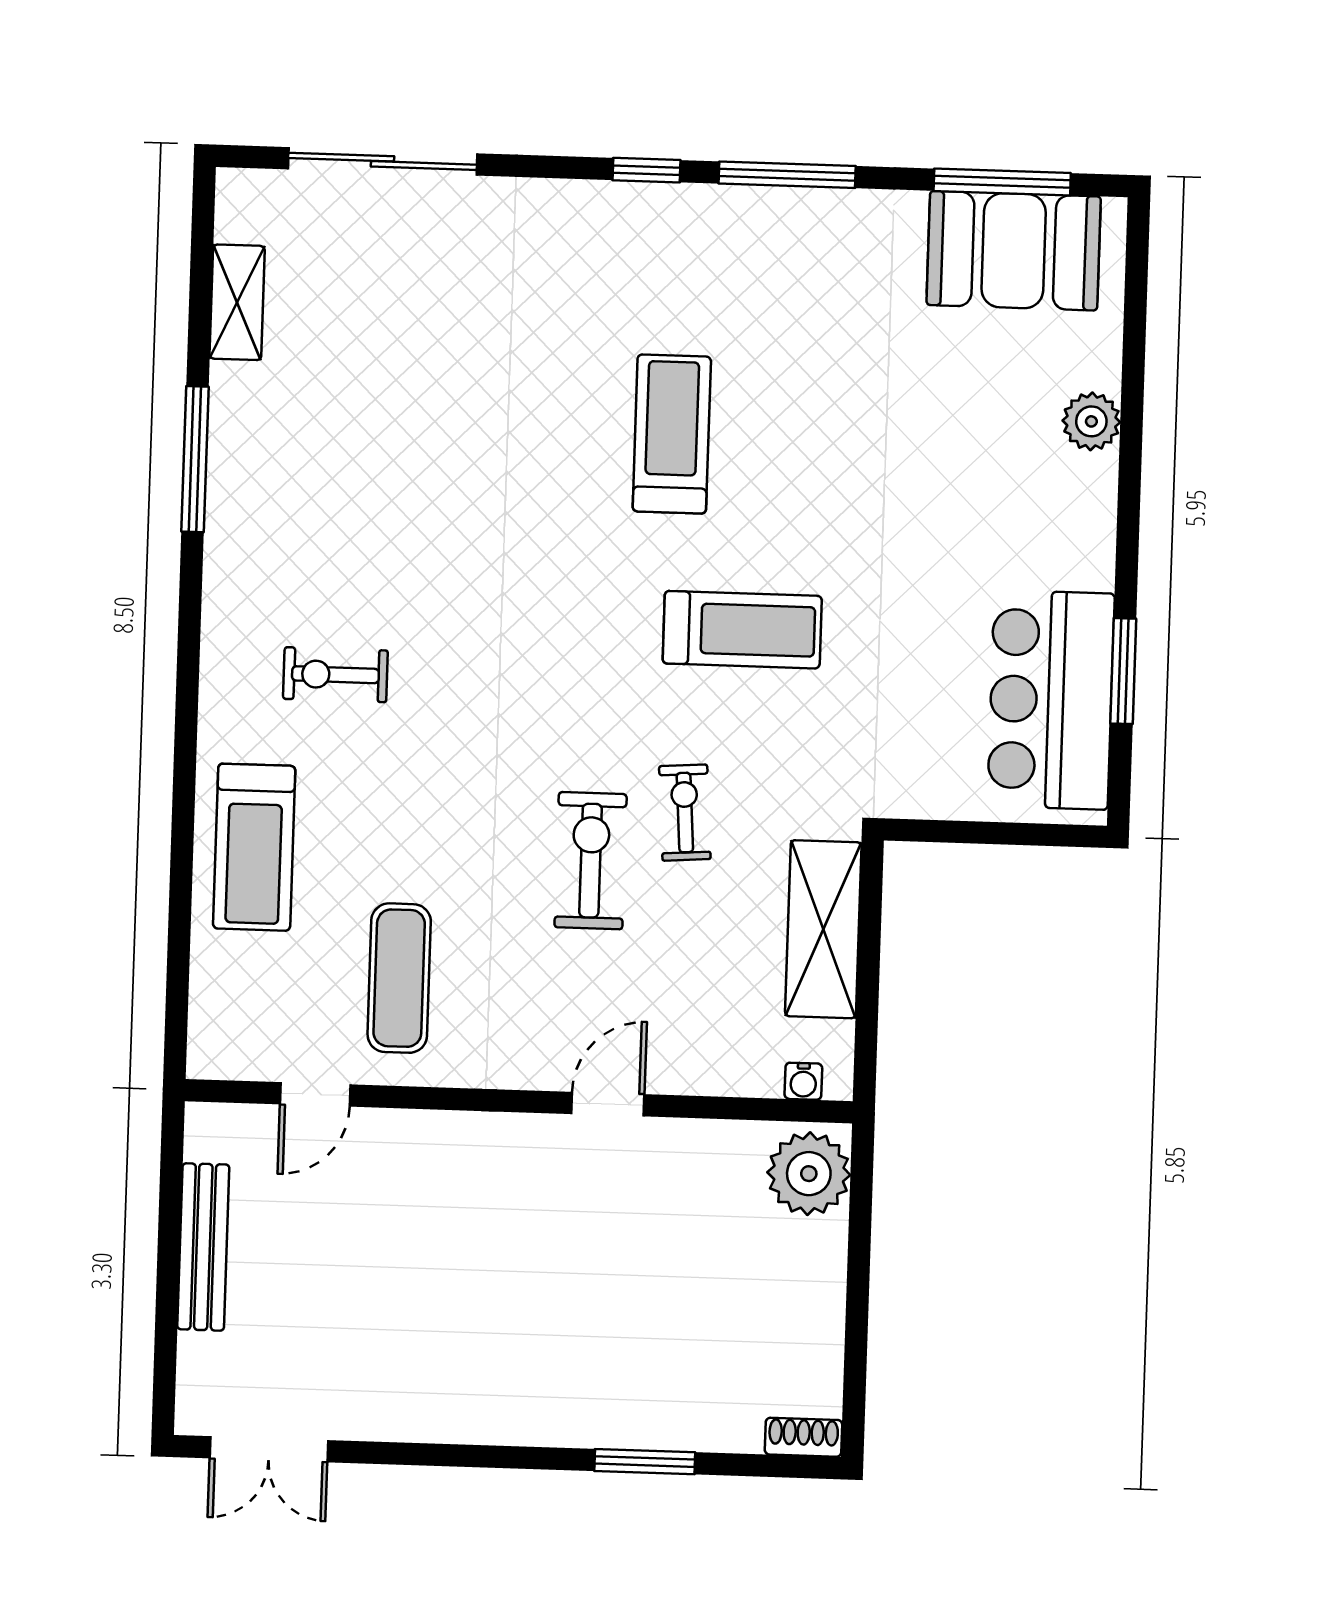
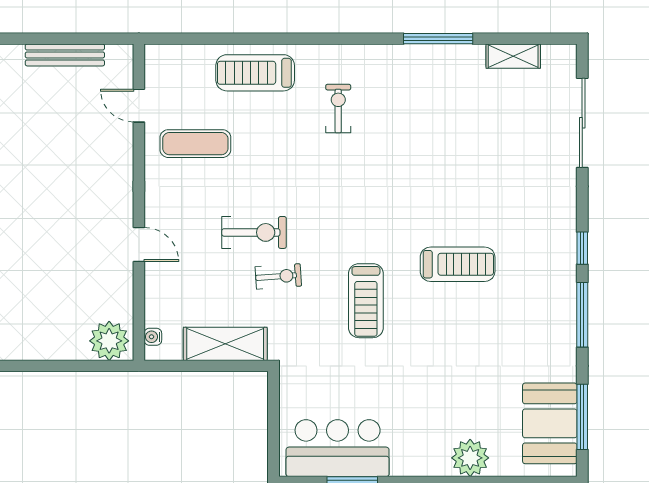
plant: (1091, 421) -> (470, 458), width x1.36, depth x1.36

